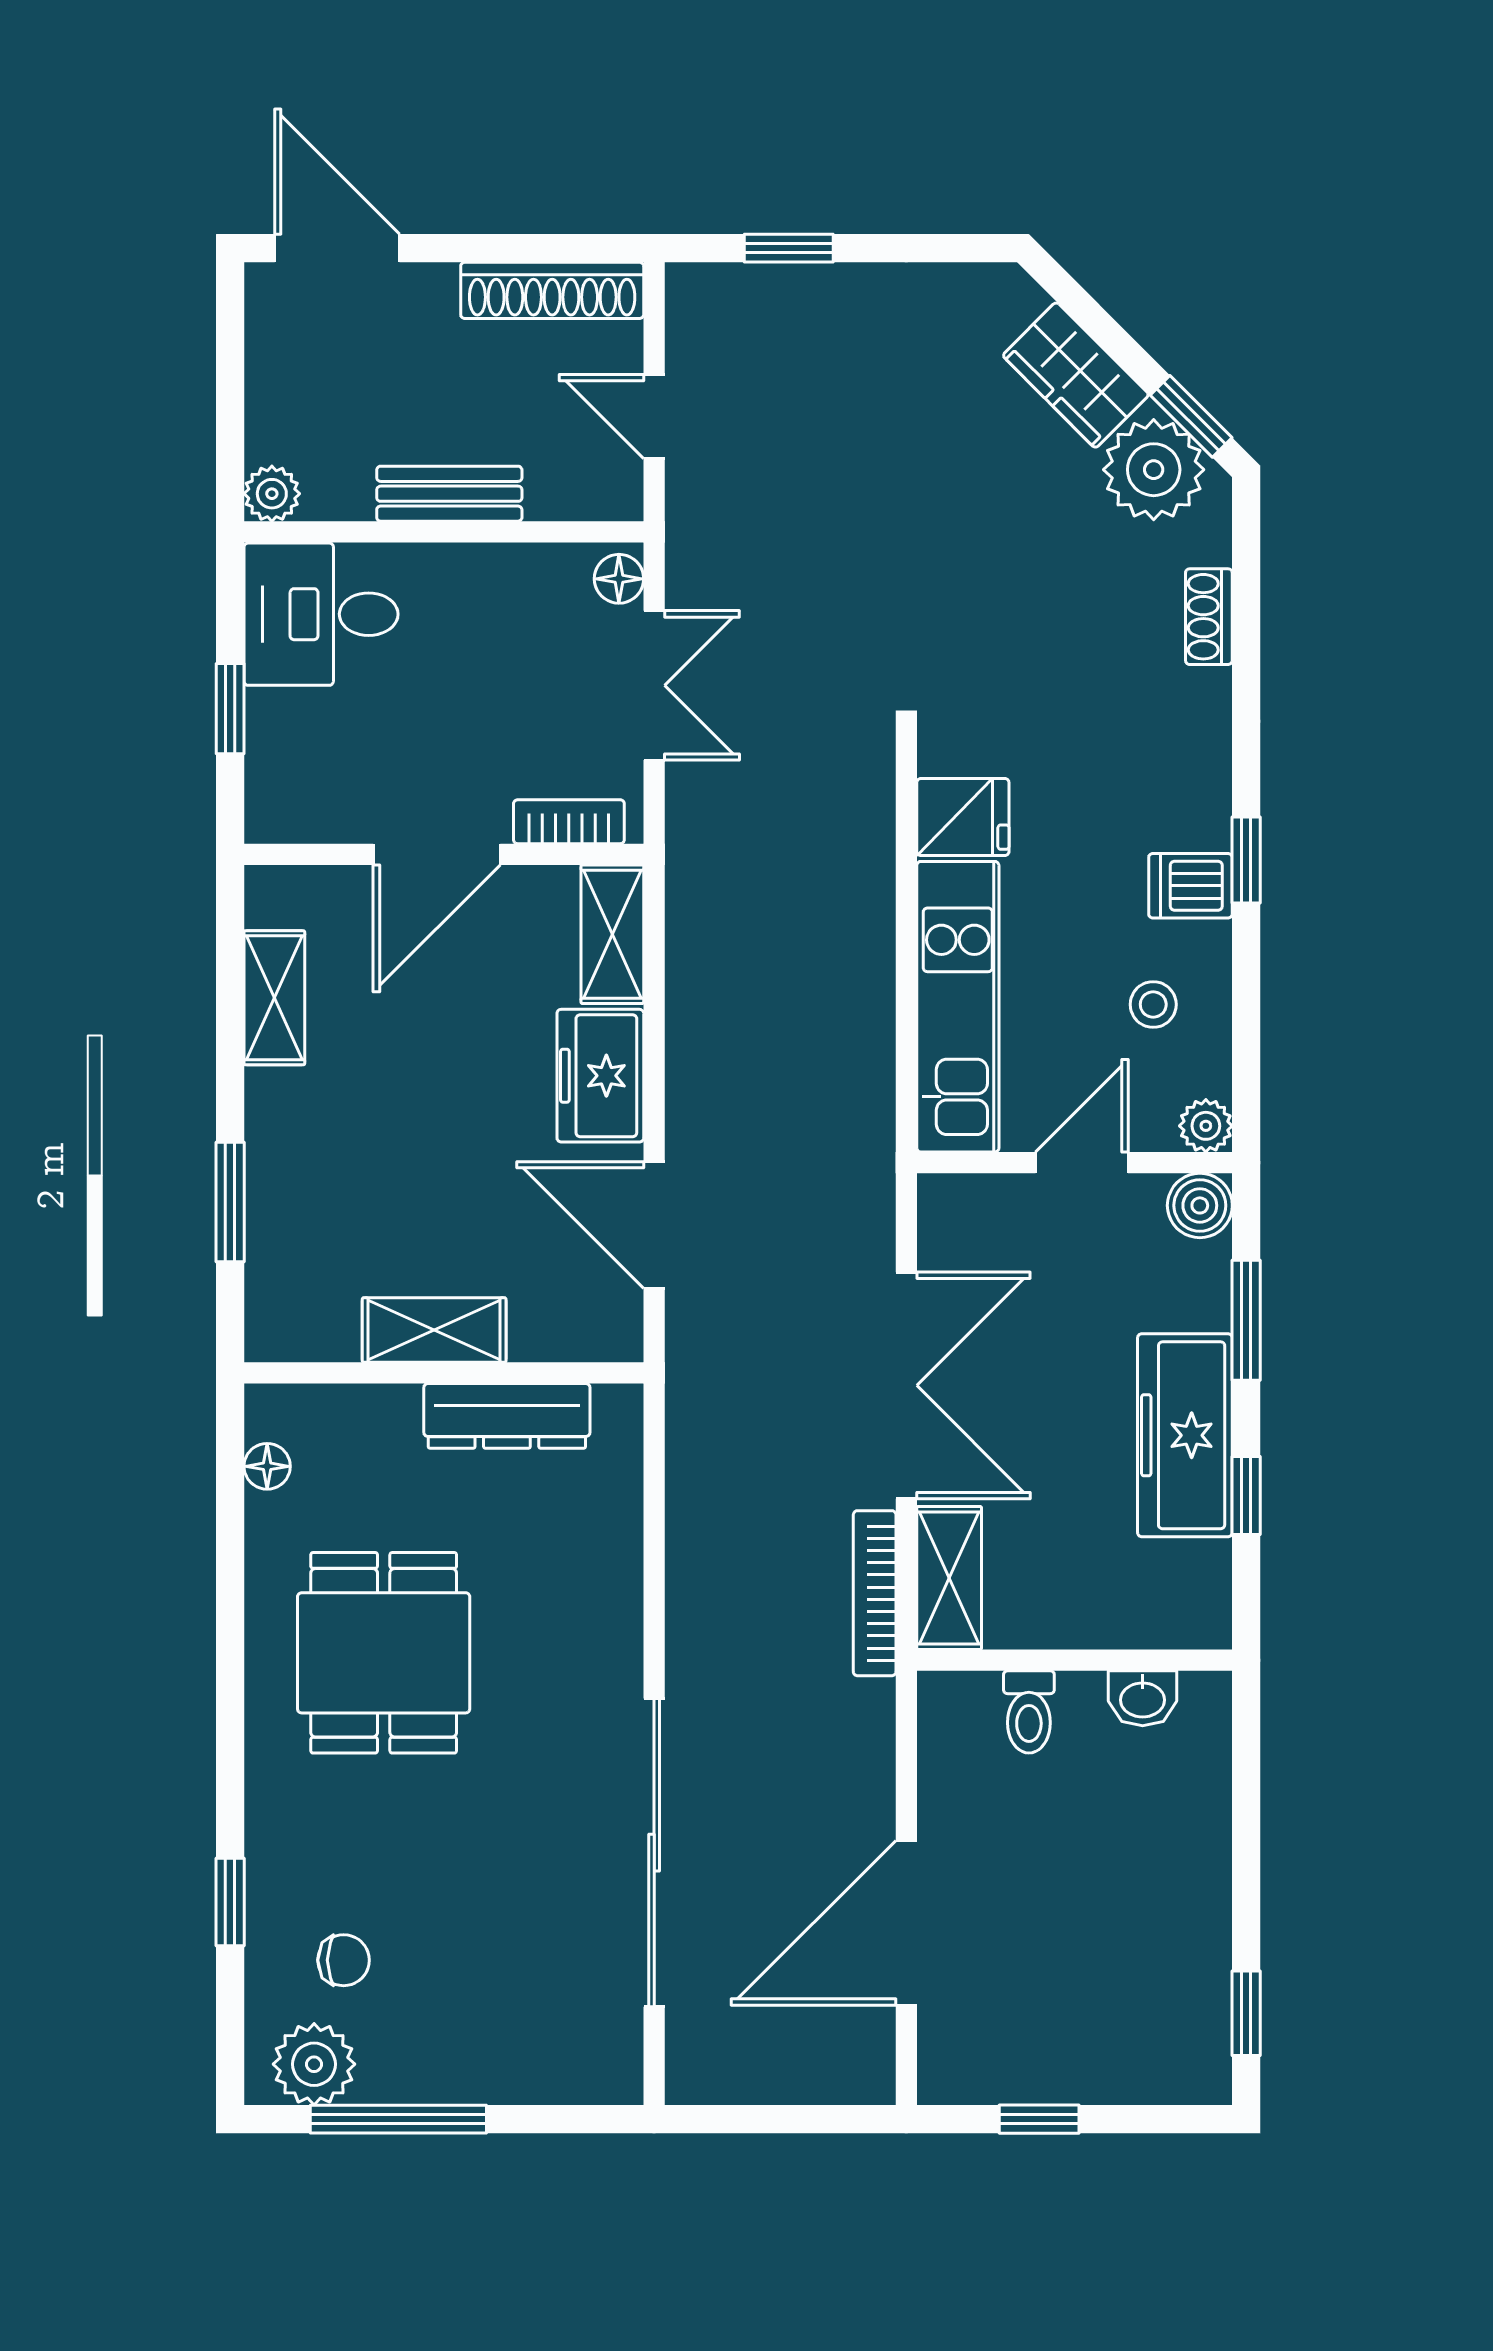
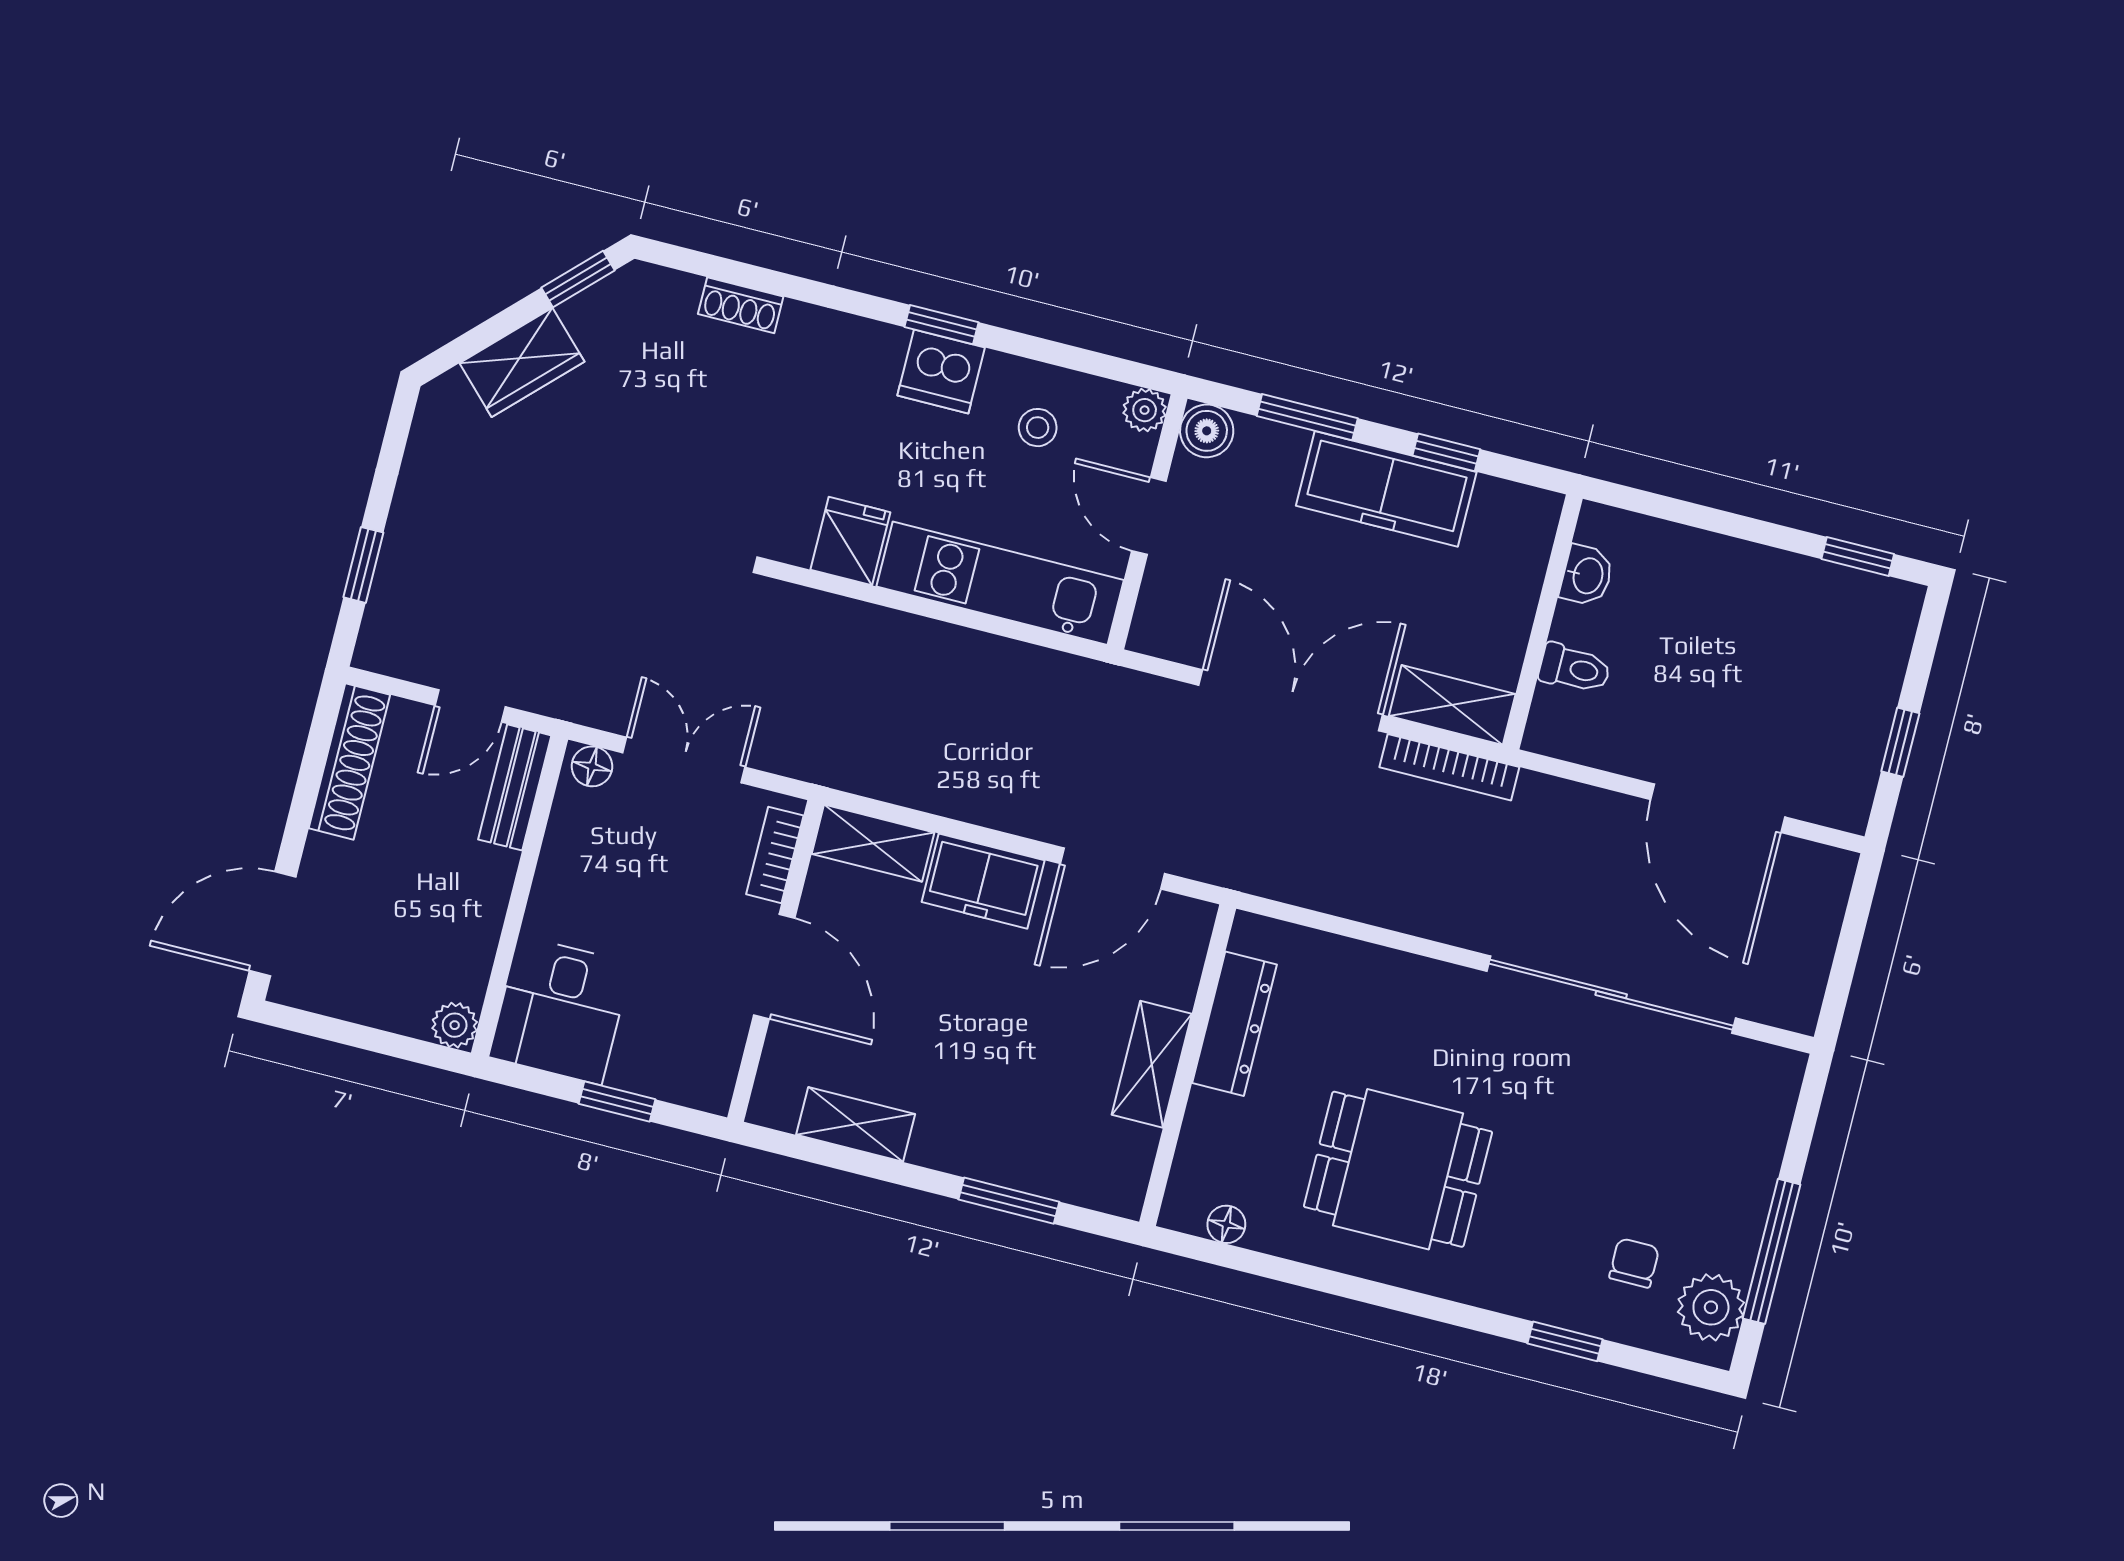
plant: (1154, 470) -> (613, 320), removed
bench: (449, 494) -> (515, 787), moved
dishwasher: (1190, 886) -> (941, 372), width x1.38

